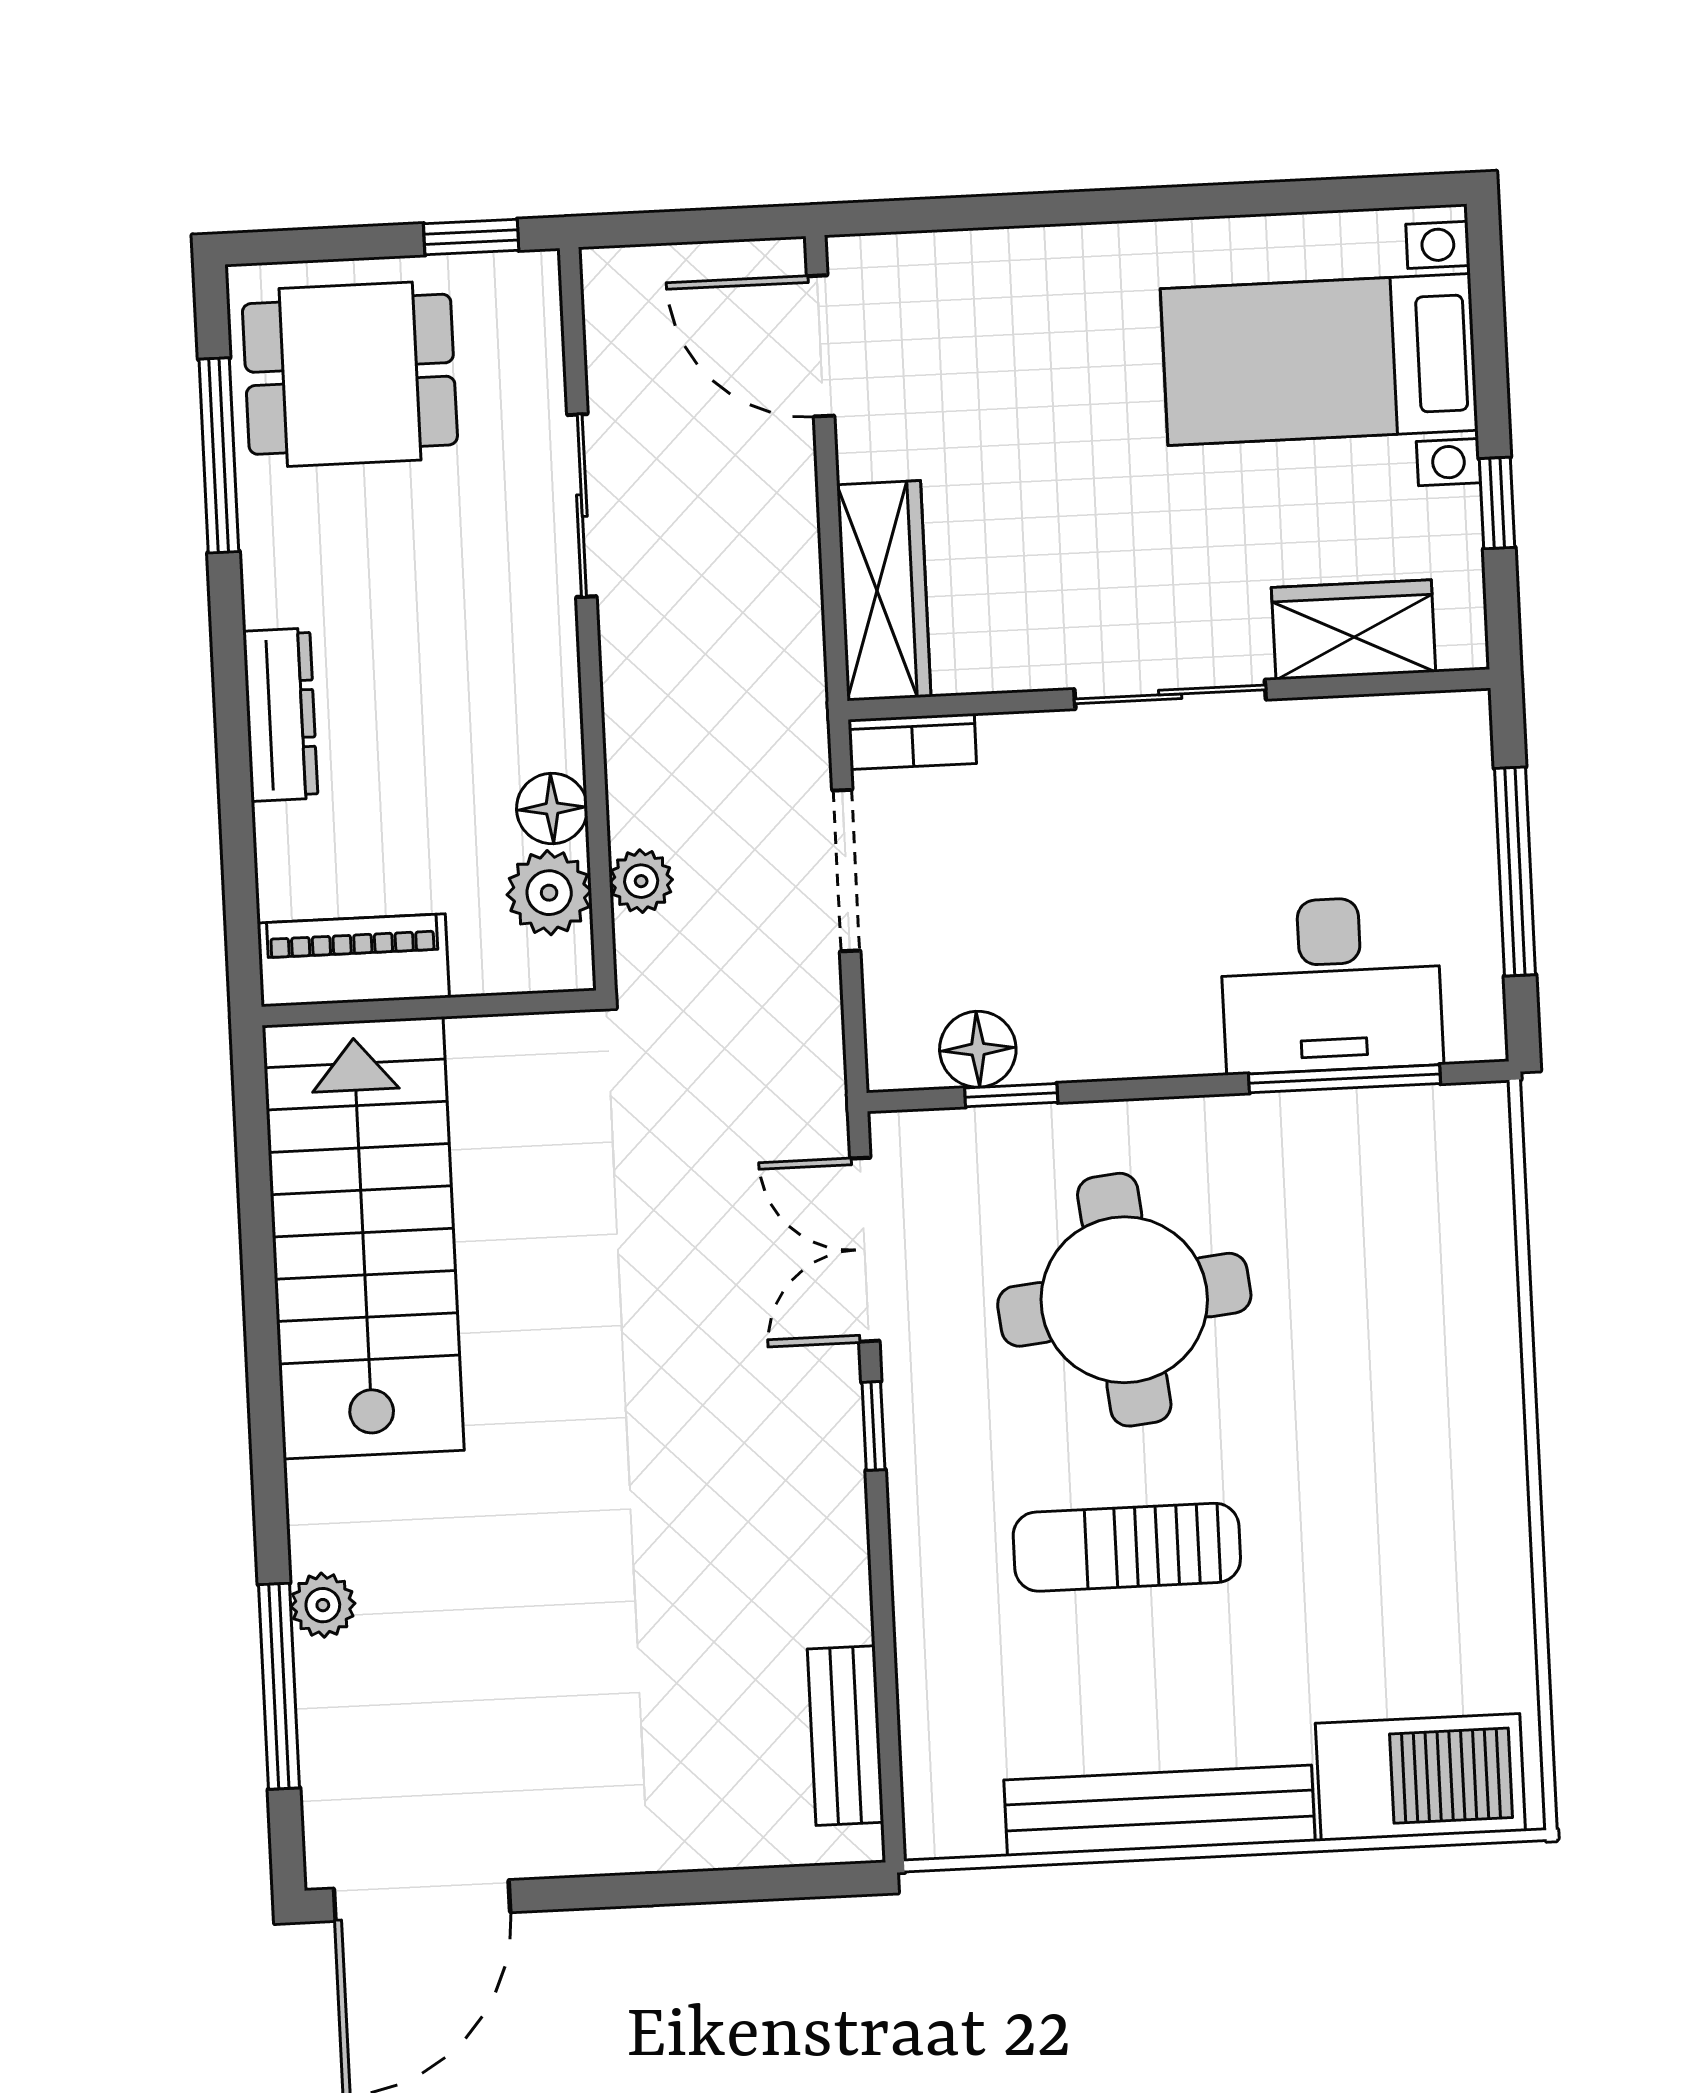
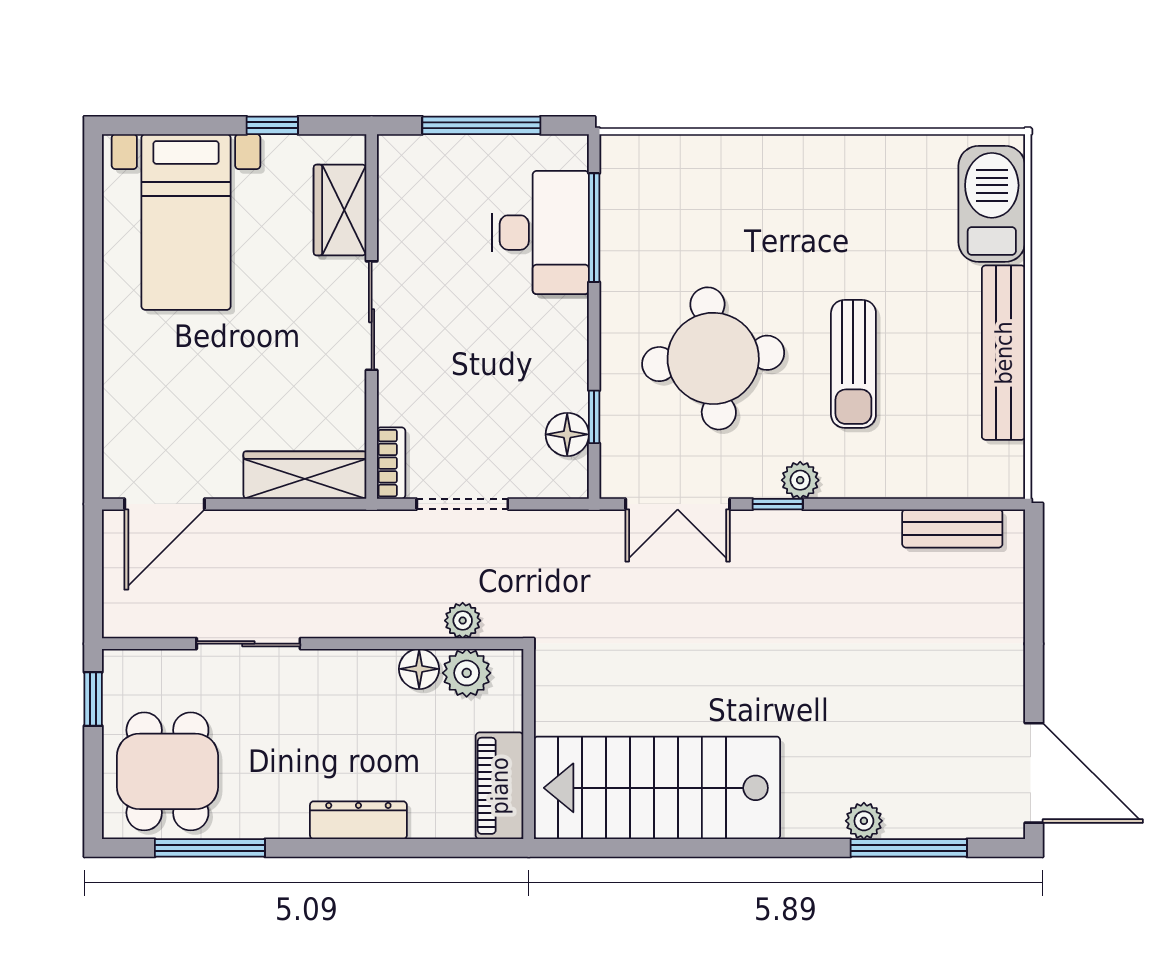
plant: (917, 1463) -> (800, 480), added

